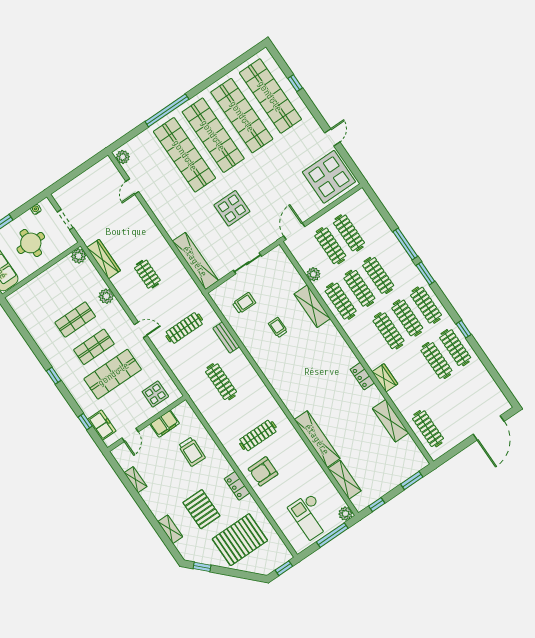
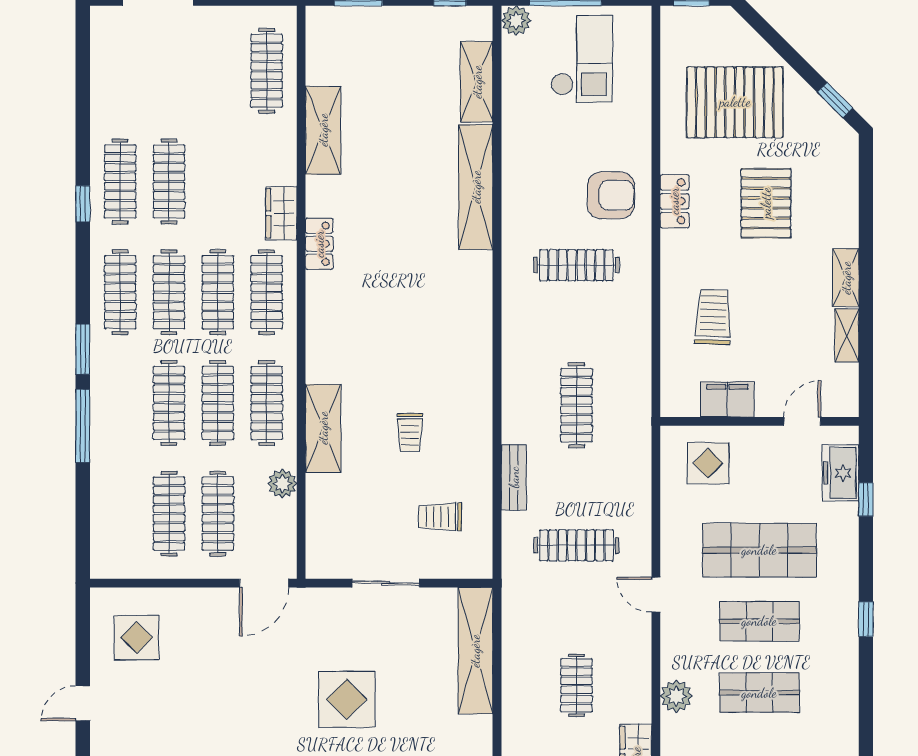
display table: (329, 177) -> (137, 638), width x0.54, depth x0.54
clothes rail: (370, 344) -> (267, 292), added
shelving: (170, 529) -> (846, 278), moved

